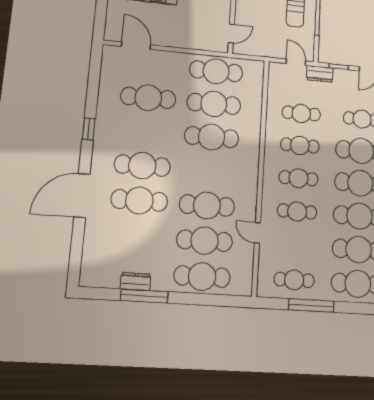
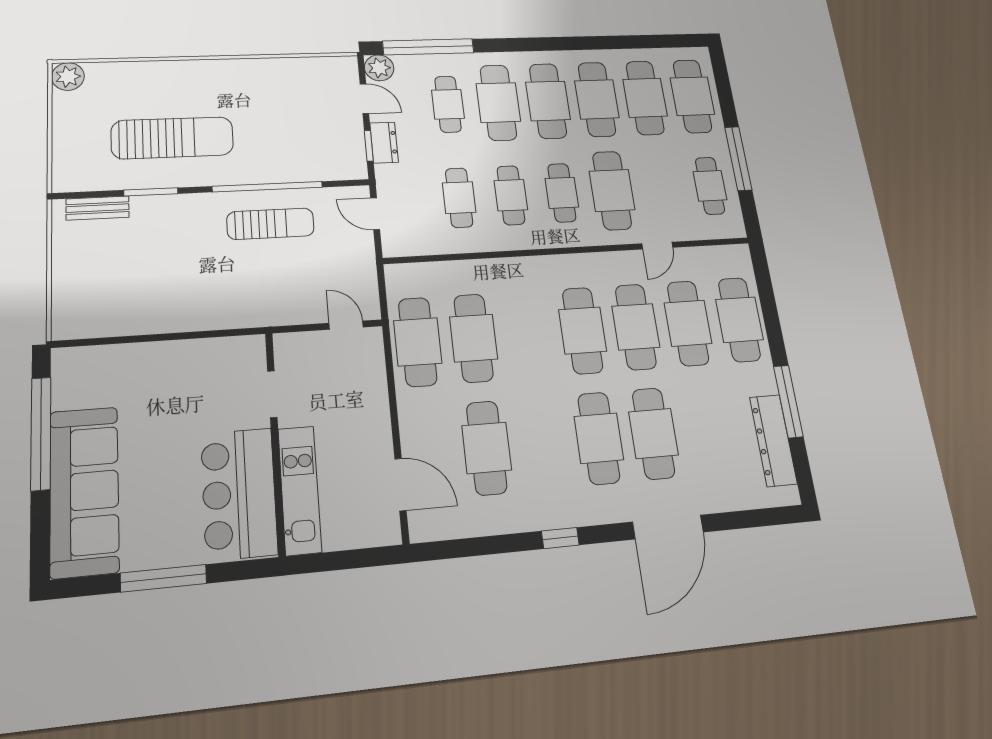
door: (136, 46) -> (400, 485), swing flipped
door: (296, 62) -> (375, 214), hinge flipped
dresser: (320, 74) -> (384, 143), moved
cafe table: (212, 137) -> (583, 330), moved
door: (82, 196) -> (668, 527), hinge flipped
cafe table: (297, 211) -> (612, 190), width x1.37, depth x1.35
dresser: (135, 282) -> (773, 440), width x1.96, depth x1.24

